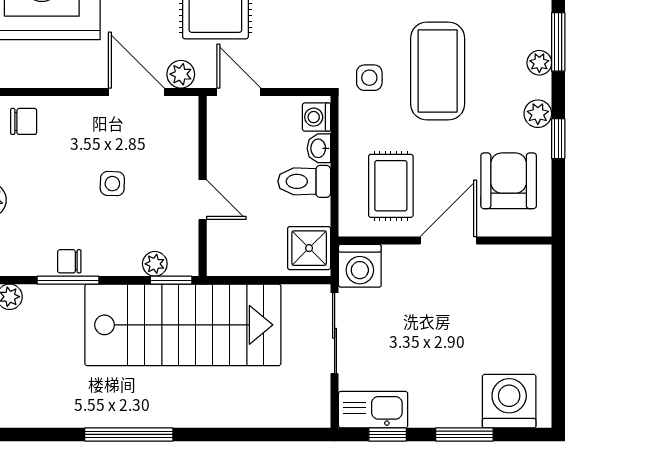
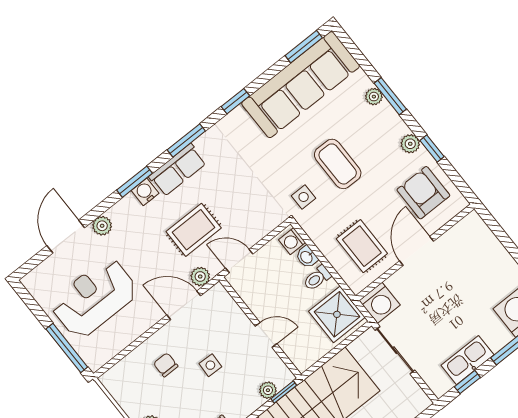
plant: (539, 63) -> (374, 97), moved
coffee table: (438, 71) -> (338, 164), width x0.73, depth x0.76
chair: (24, 121) -> (166, 365), moved, turned -90
toilet: (304, 181) -> (317, 278), width x0.73, depth x0.72
shower: (309, 248) -> (337, 314), width x1.36, depth x1.36
kitchen sink: (373, 410) -> (467, 360), moved

